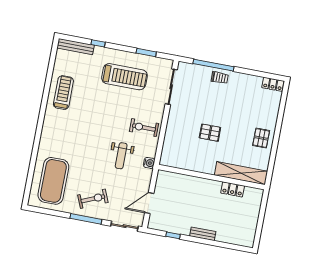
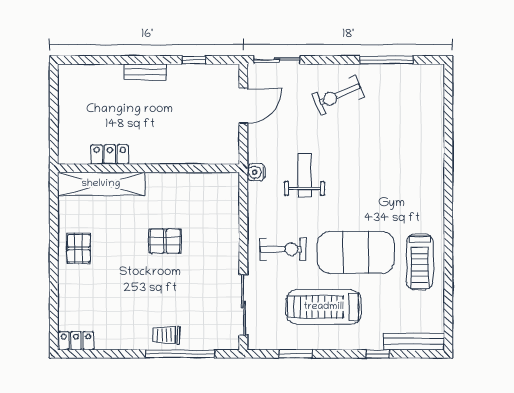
exercise bike: (144, 128) -> (283, 249), moved
exercise mat: (53, 181) -> (356, 252), moved, turned 90
window: (86, 219) -> (386, 60), moved

